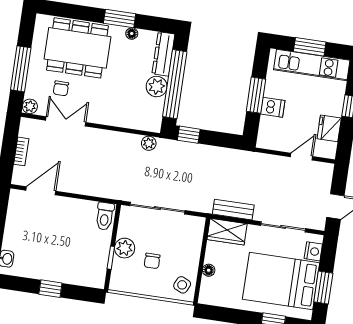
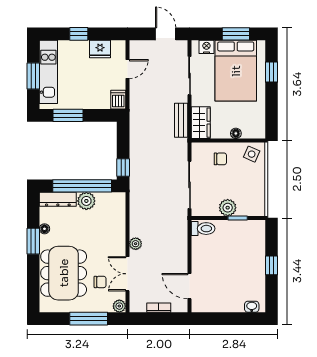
window: (256, 95) -> (68, 115), moved
dishwasher: (273, 107) -> (118, 100), moved
plant: (149, 143) -> (136, 244), moved
door: (301, 157) -> (128, 69), swing flipped
chair: (152, 261) -> (220, 159), moved

